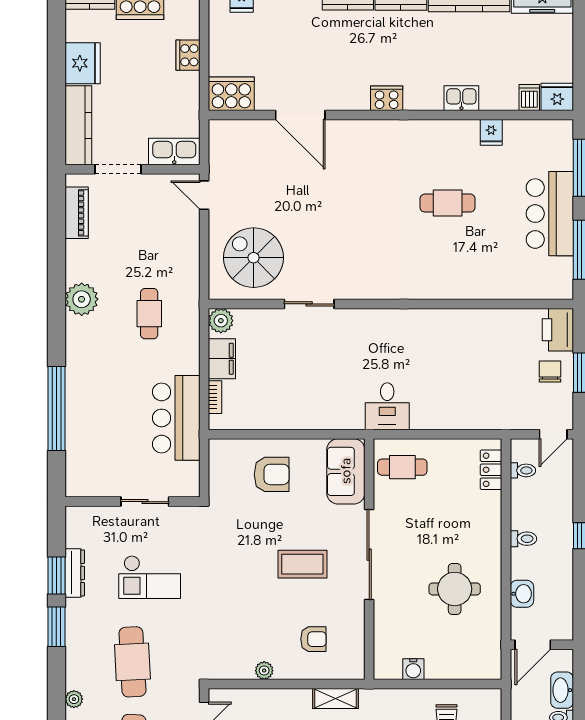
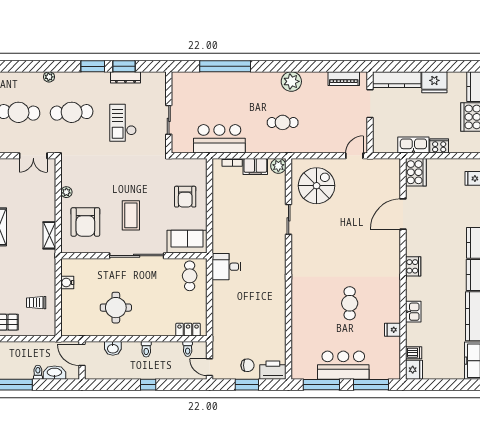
kitchen sink: (174, 151) -> (413, 145), moved, turned -90
armchair: (313, 639) -> (85, 222), width x1.88, depth x1.88

